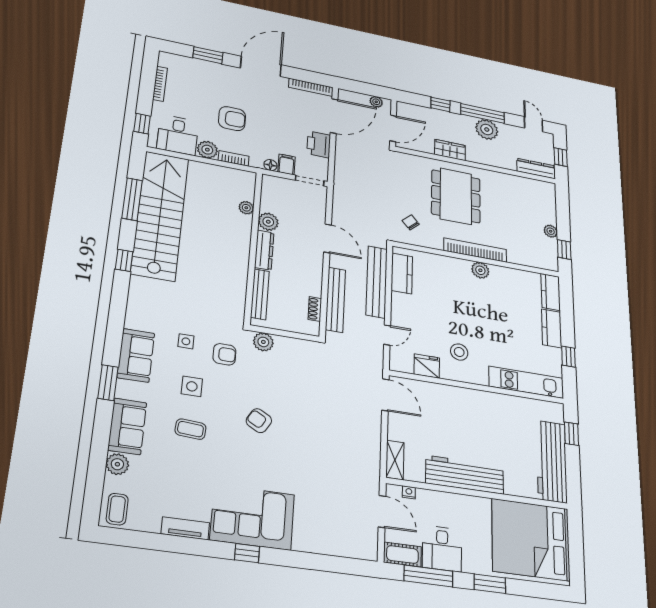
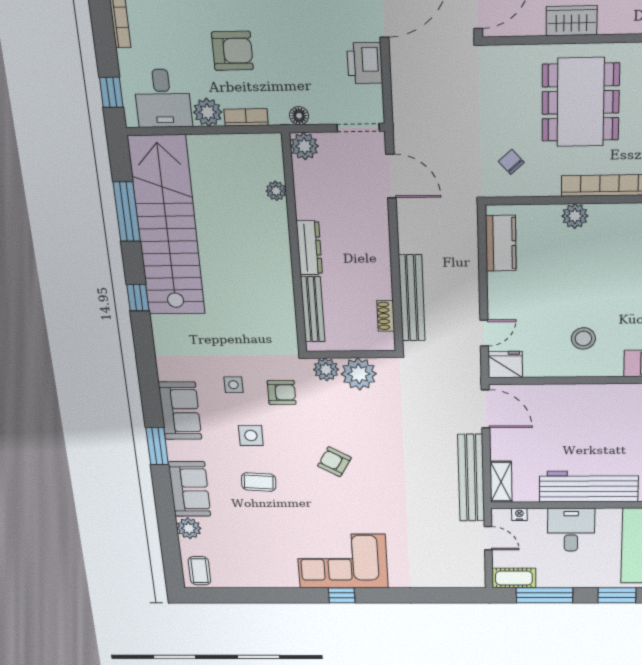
filing cabinet: (286, 164) -> (322, 109), removed
plant: (268, 222) -> (304, 146), moved
door: (327, 238) -> (391, 176), moved
plant: (480, 270) -> (575, 216), moved
bench: (377, 282) -> (471, 478), moved
plant: (289, 350) -> (359, 374), added
fridge: (427, 366) -> (505, 365), moved
door: (382, 512) -> (488, 538), width x0.73
tv unit: (185, 528) -> (273, 580), removed
desk: (442, 549) -> (571, 530), moved, turned 180

